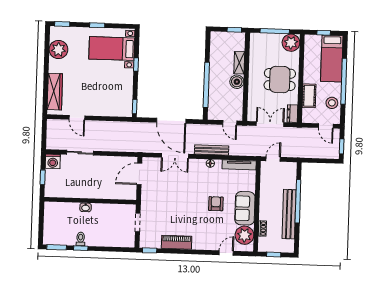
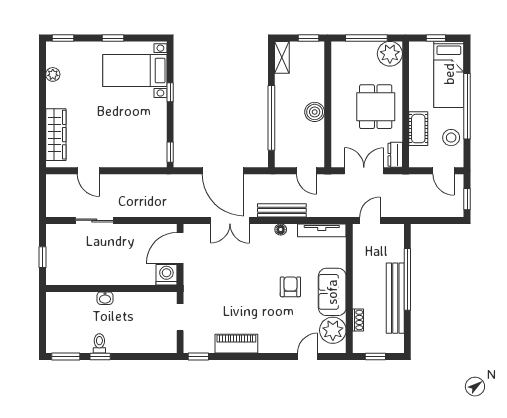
plant: (58, 49) -> (53, 74), width x0.53, depth x0.53
shelving: (239, 63) -> (282, 57), moved
dining table: (280, 79) -> (376, 107), turned 90
washing machine: (53, 161) -> (166, 275), moved, turned 180

